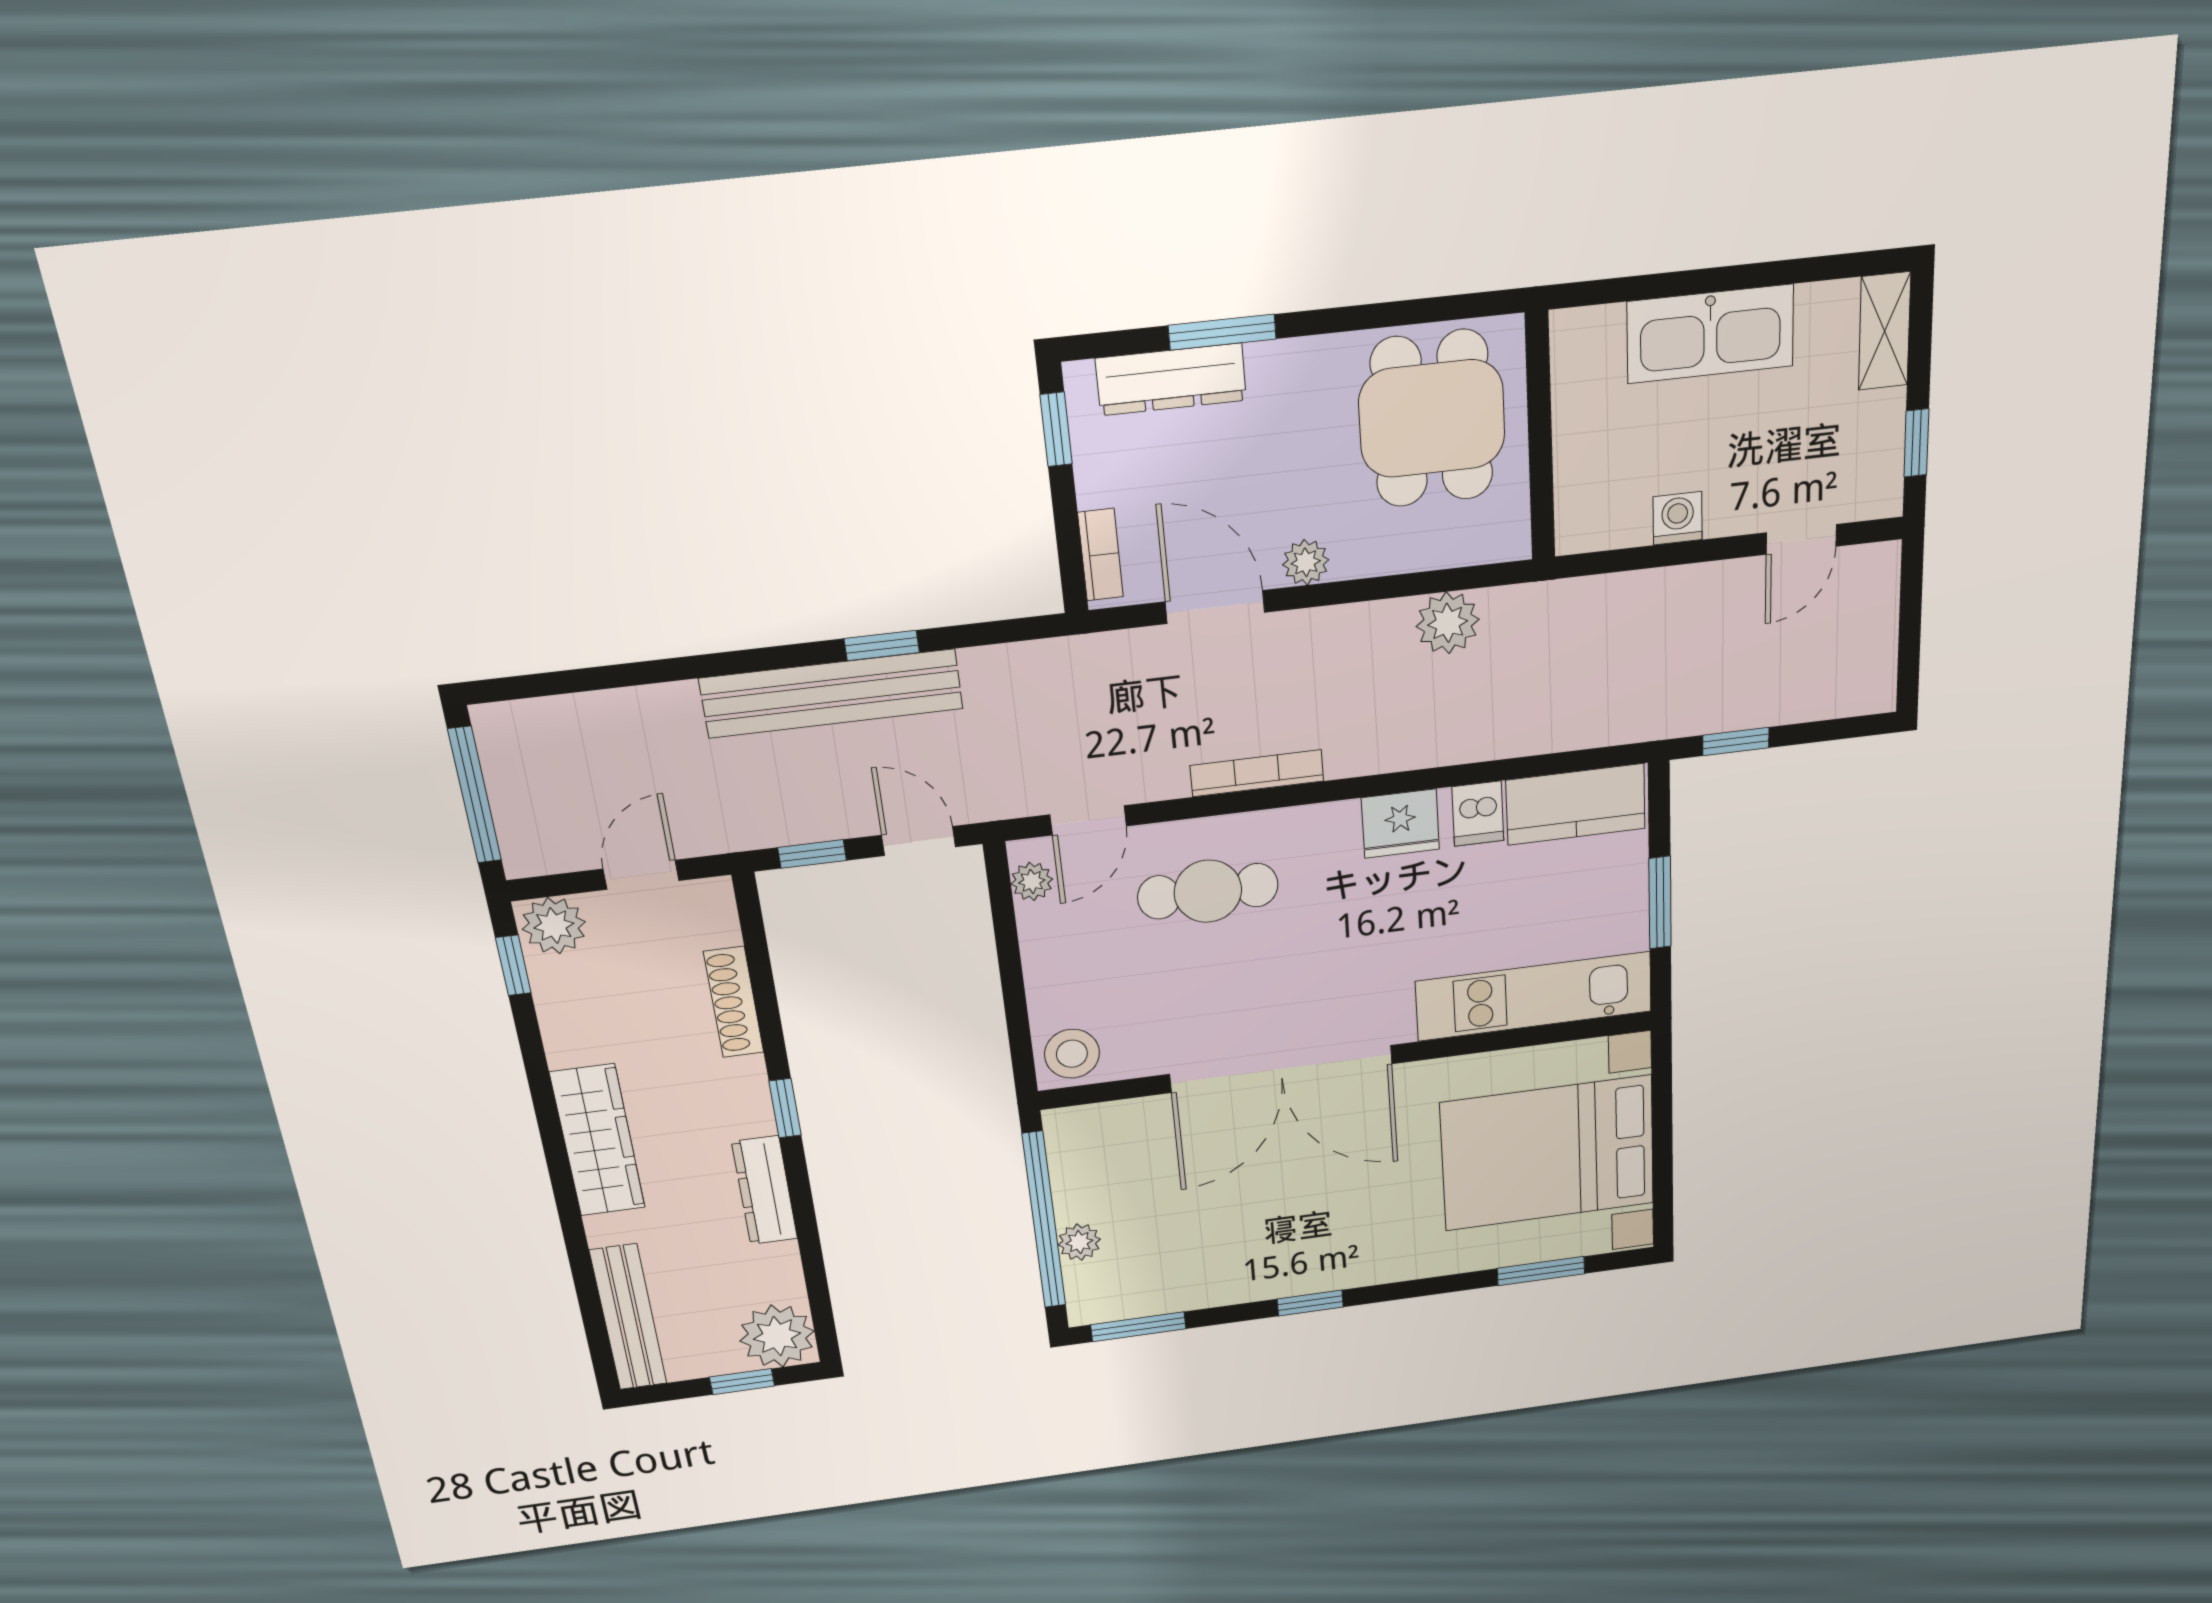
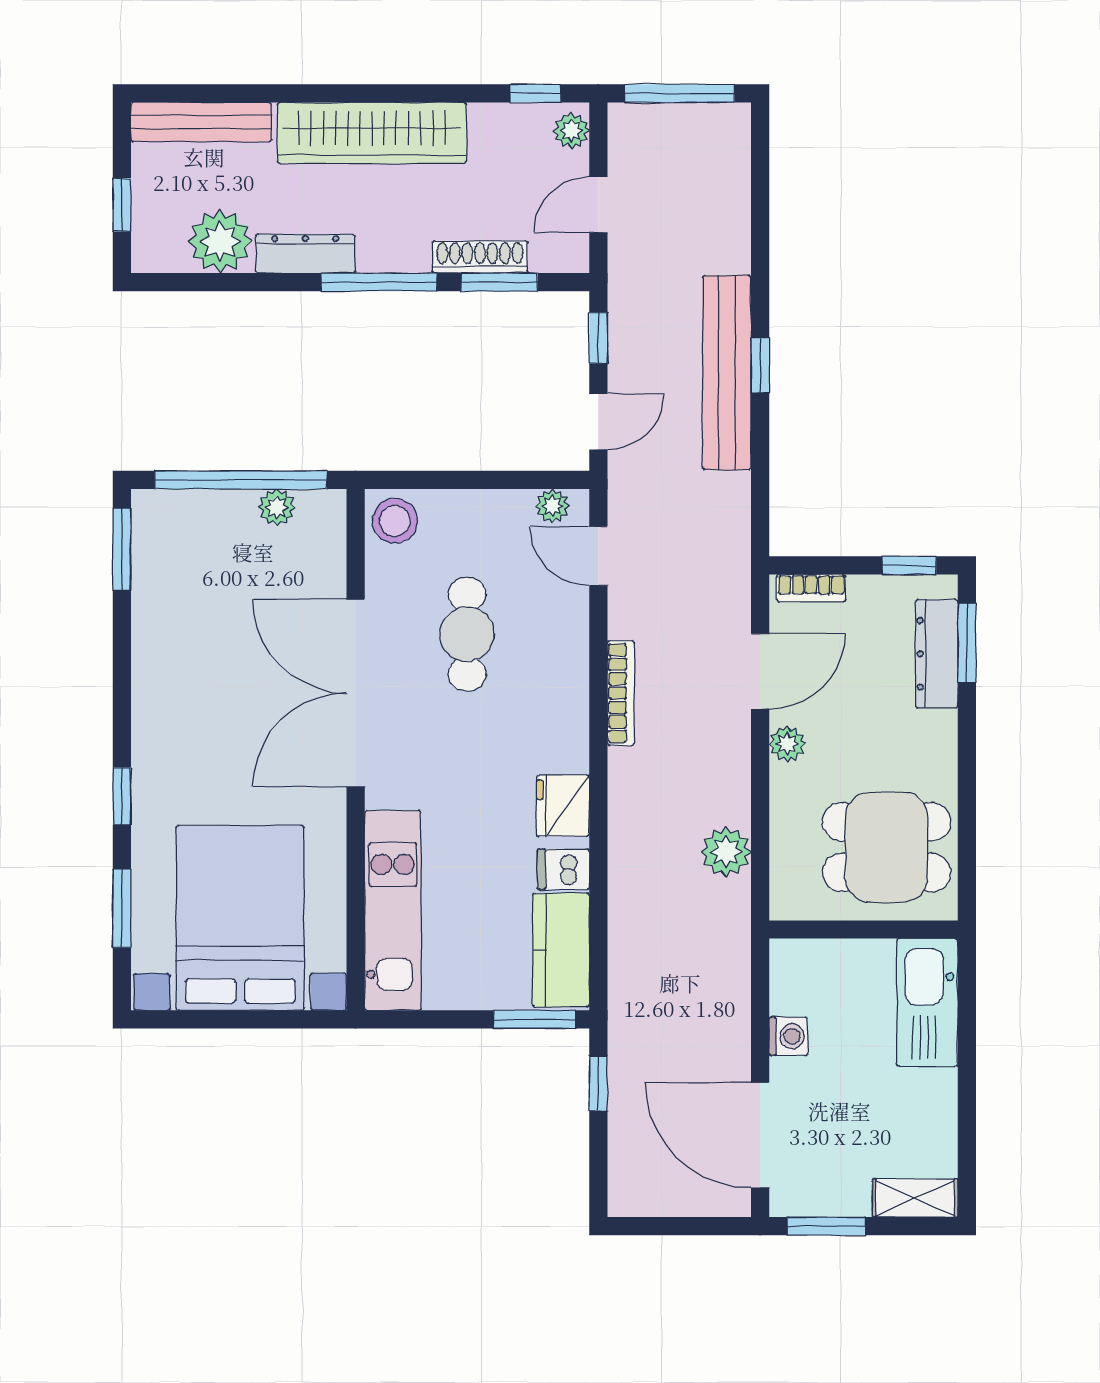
window: (1222, 332) -> (967, 643), moved
kitchen sink: (1710, 334) -> (927, 1002), moved
window: (1916, 443) -> (826, 1226), width x1.50
door: (1801, 539) -> (760, 1135), width x1.88
window: (882, 645) -> (760, 366), moved
door: (641, 875) -> (598, 205), swing flipped
cafe table: (1208, 891) -> (467, 634), moved
window: (1660, 903) -> (535, 1019), moved
plant: (554, 926) -> (571, 131), width x0.73, depth x0.73
window: (761, 976) -> (499, 282), added
window: (785, 1108) -> (379, 282), width x2.17
wardrobe: (598, 1140) -> (372, 133), width x1.40, depth x1.17
plant: (1079, 1242) -> (277, 507), moved
window: (1310, 1303) -> (122, 796), moved
plant: (777, 1336) -> (220, 241), moved

